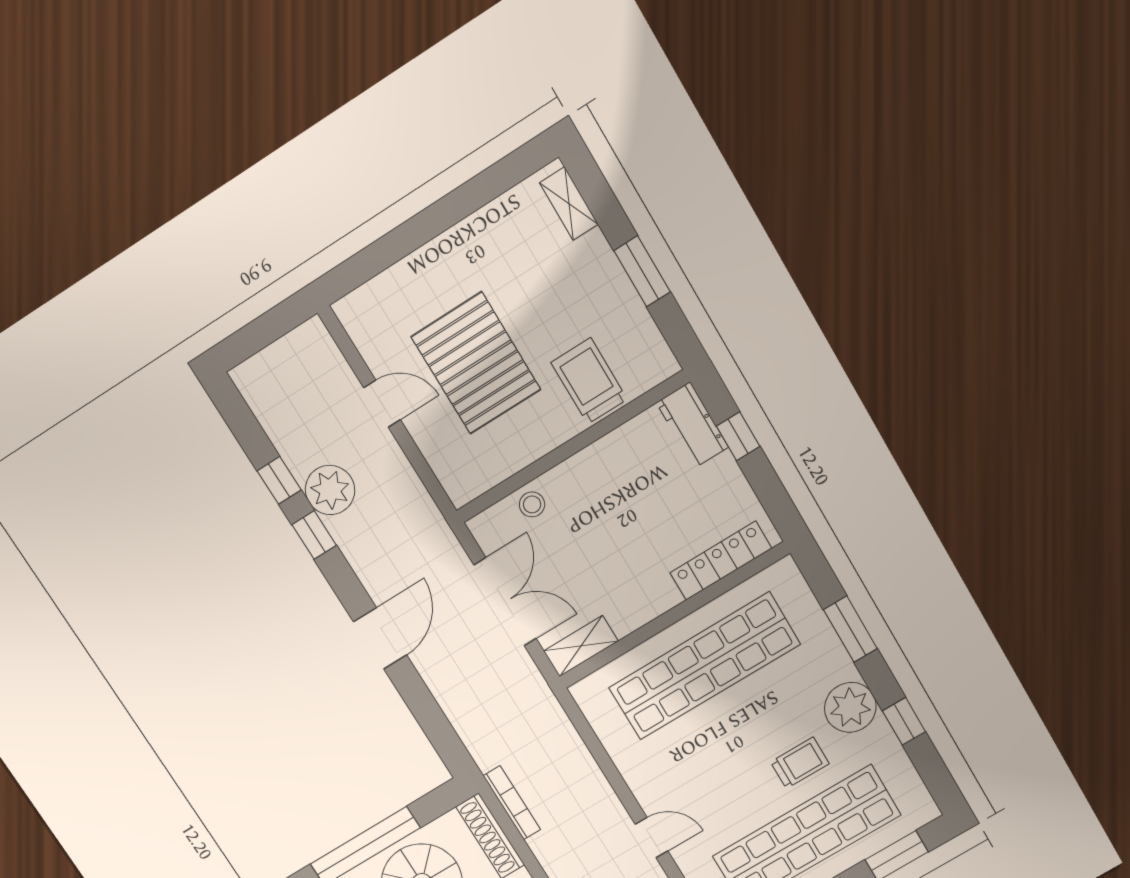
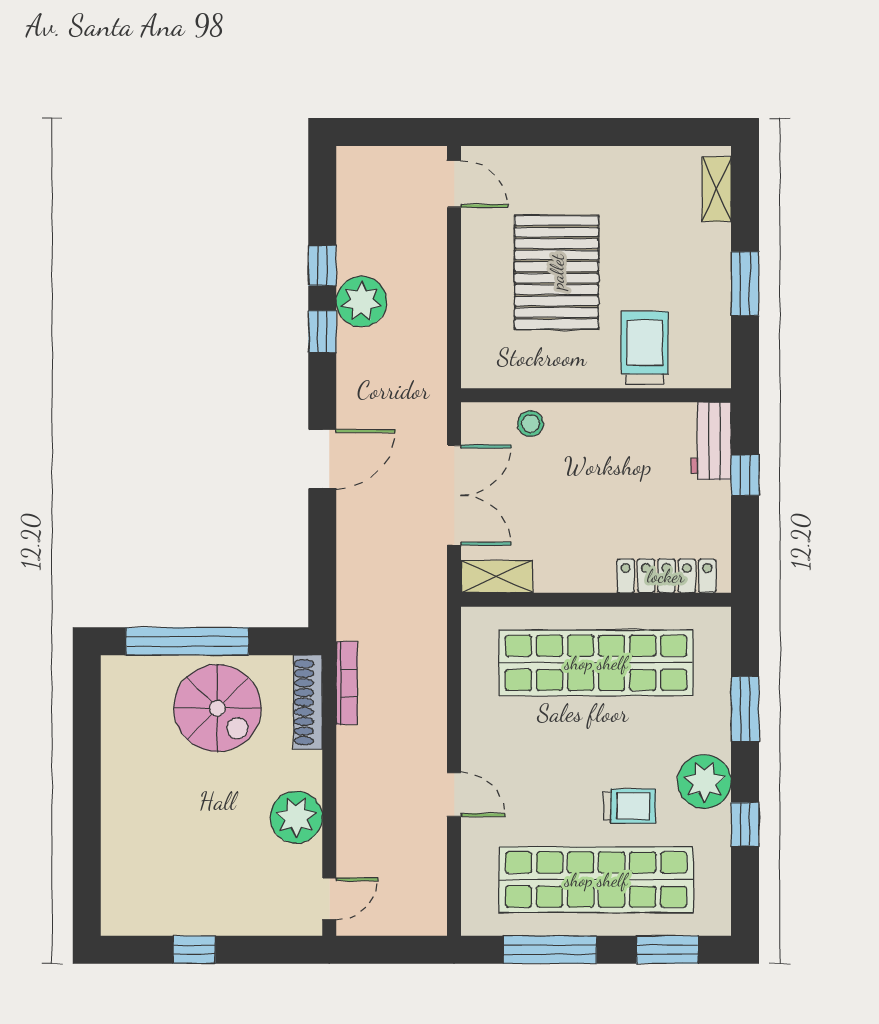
door: (382, 404) -> (454, 184), moved

